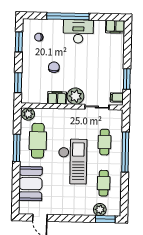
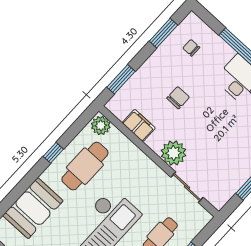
filing cabinet: (117, 97) -> (220, 196), removed
filing cabinet: (57, 98) -> (139, 125), moved
window: (17, 148) -> (53, 153), width x0.46

